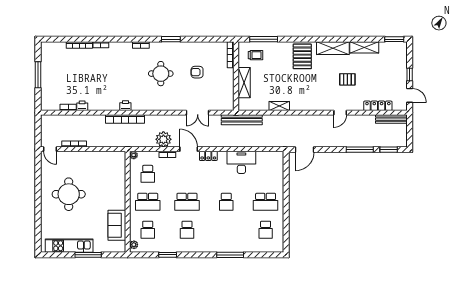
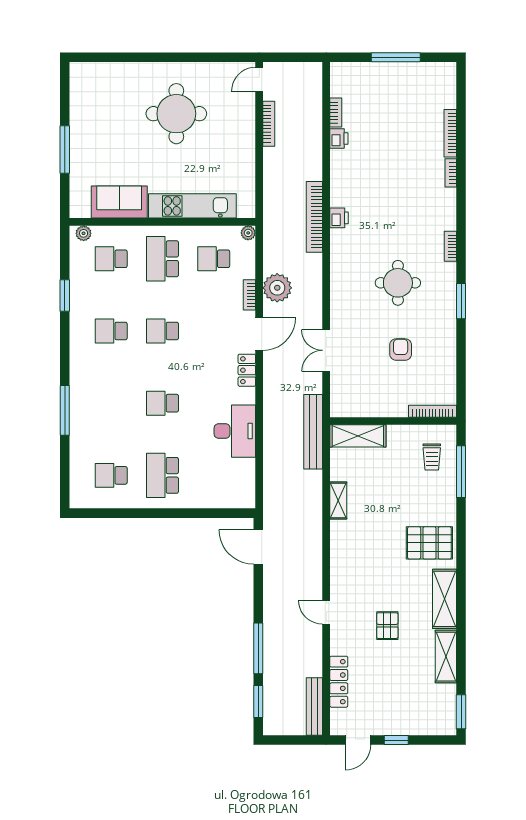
shelving: (244, 83) -> (358, 436), moved
school desk: (187, 202) -> (162, 331), width x0.54
kitchen unit: (69, 246) -> (192, 206), moved, turned -90

